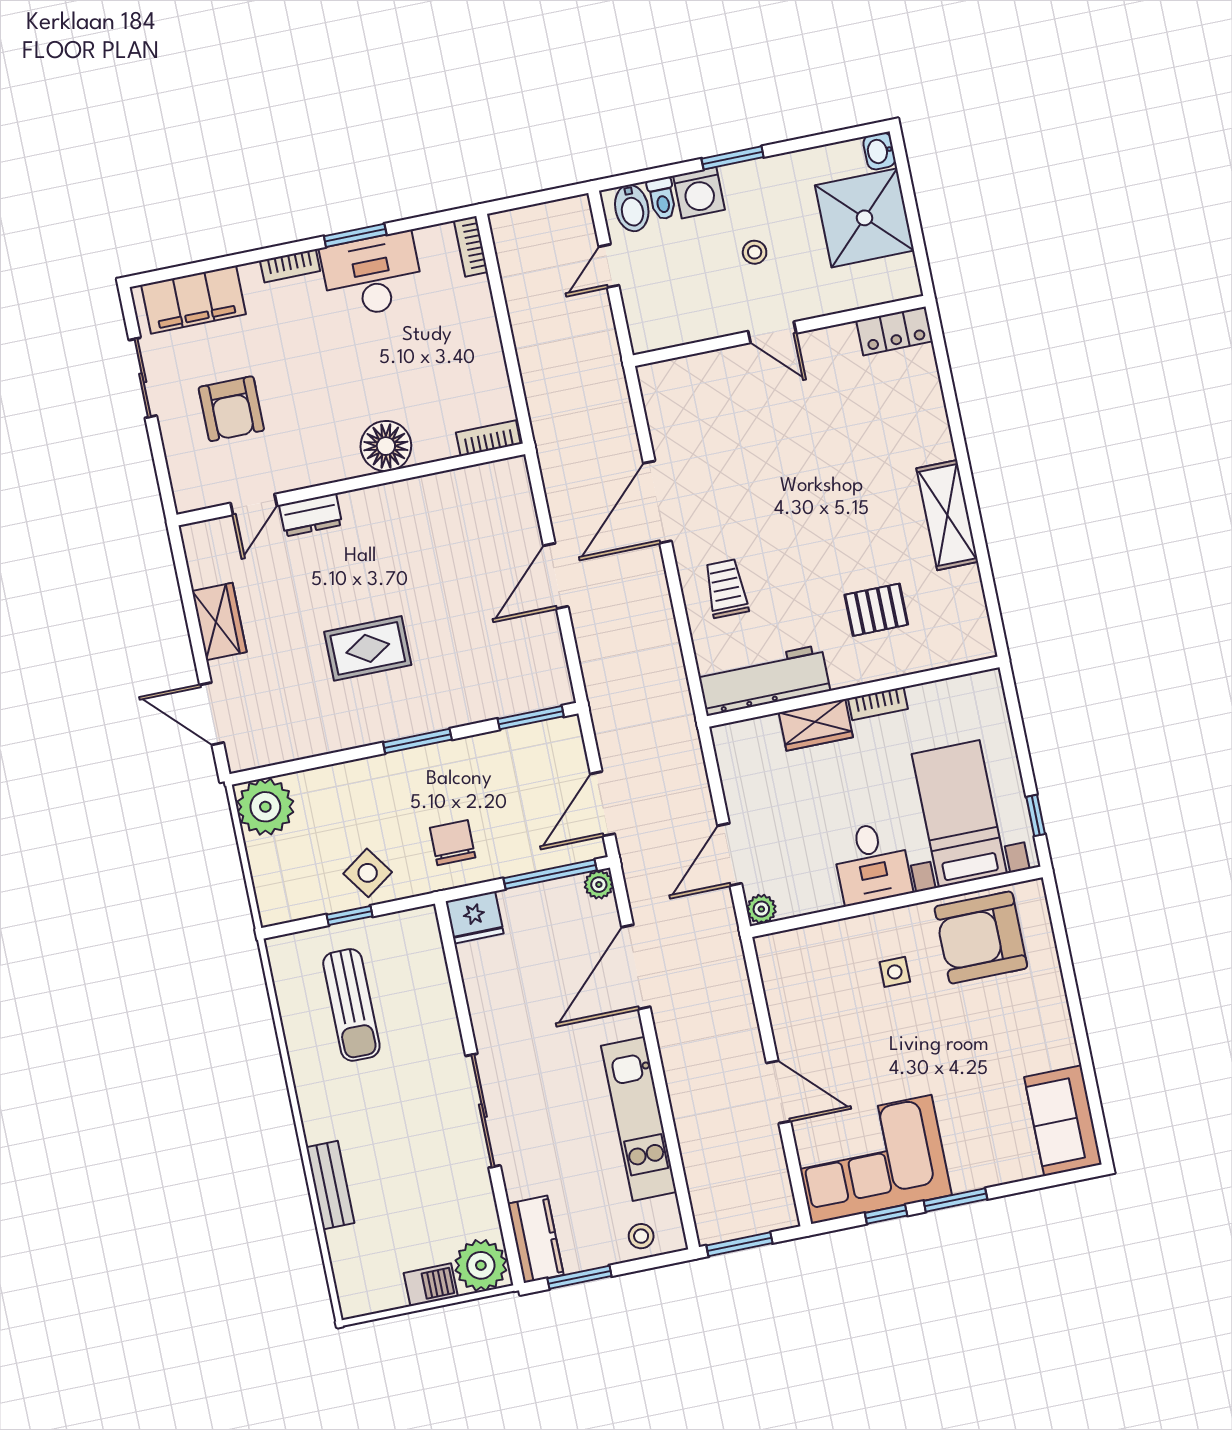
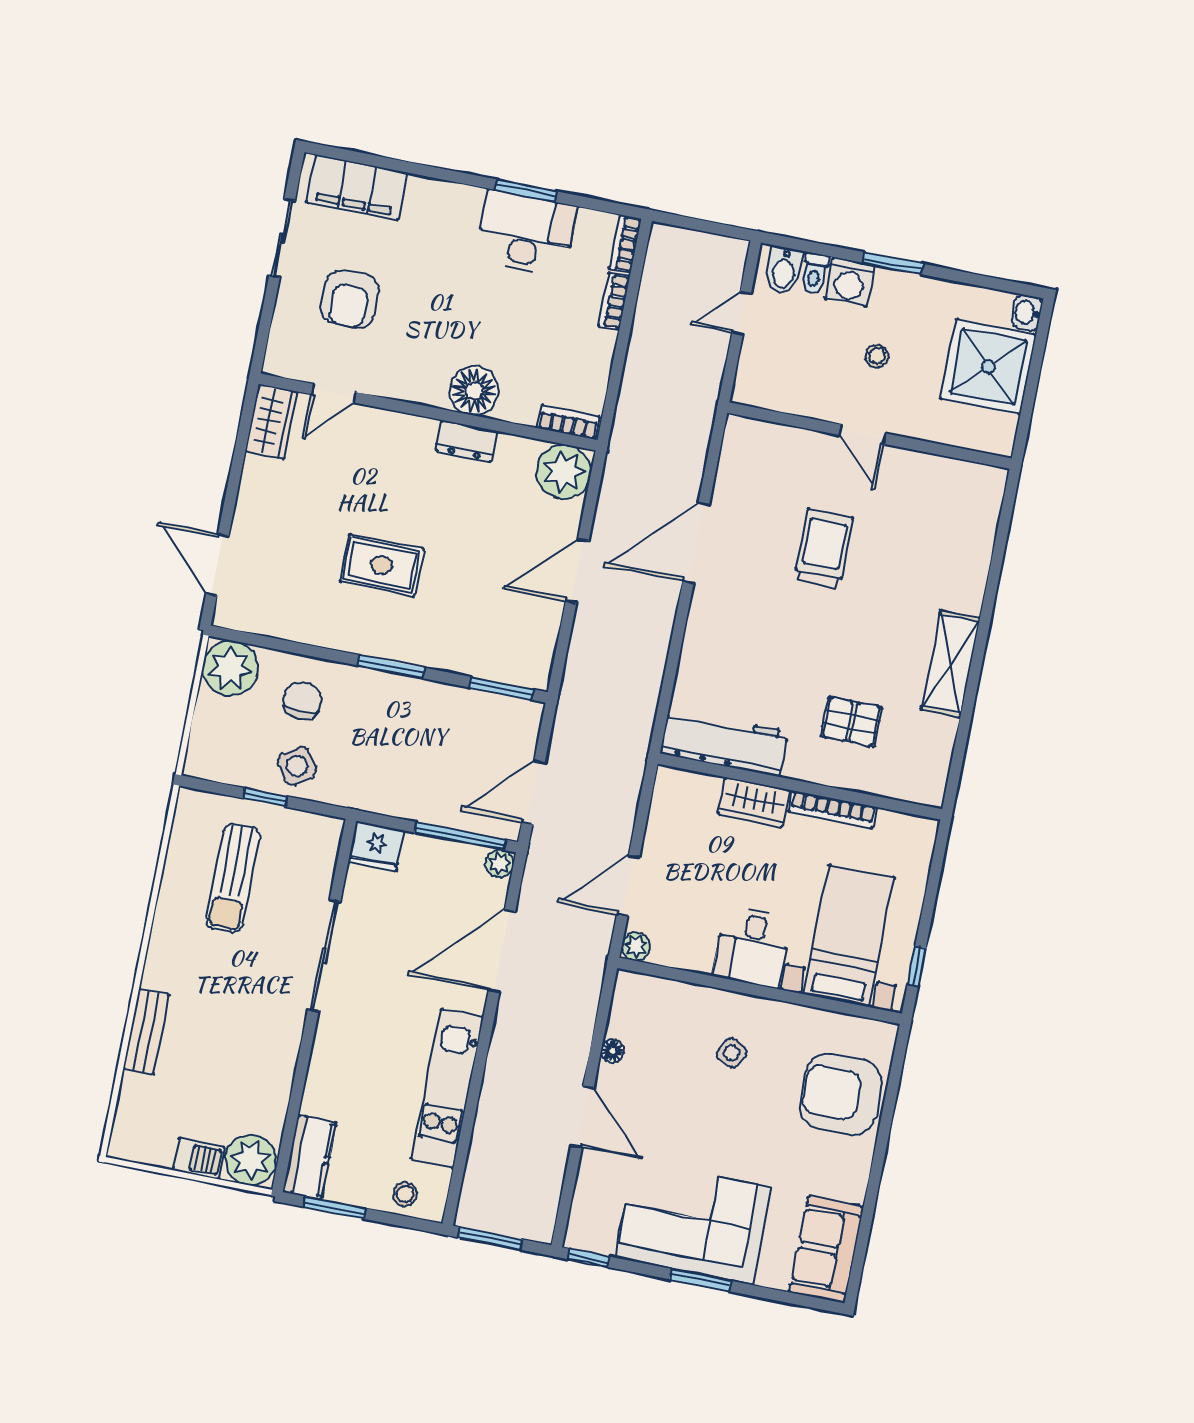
bookcase: (290, 266) -> (614, 301), moved, turned 90
locker: (895, 331) -> (973, 479), removed
plant: (503, 487) -> (564, 472), added
dresser: (311, 515) -> (467, 441), moved
trolley: (726, 589) -> (823, 549), moved, width x1.36, depth x1.39
wardrobe: (219, 622) -> (271, 421), moved
bookcase: (878, 704) -> (833, 809), width x1.56
chair: (453, 843) -> (303, 701), moved
armchair: (981, 937) -> (841, 1094), moved
side table: (895, 972) -> (732, 1053), turned 30
floor lamp: (781, 1018) -> (613, 1051), added
sliding door: (483, 1111) -> (324, 955), moved
corner sofa: (871, 1159) -> (693, 1223), moved
window: (886, 1214) -> (589, 1258), moved

